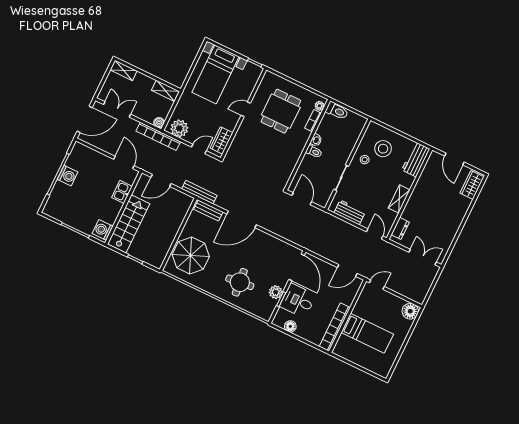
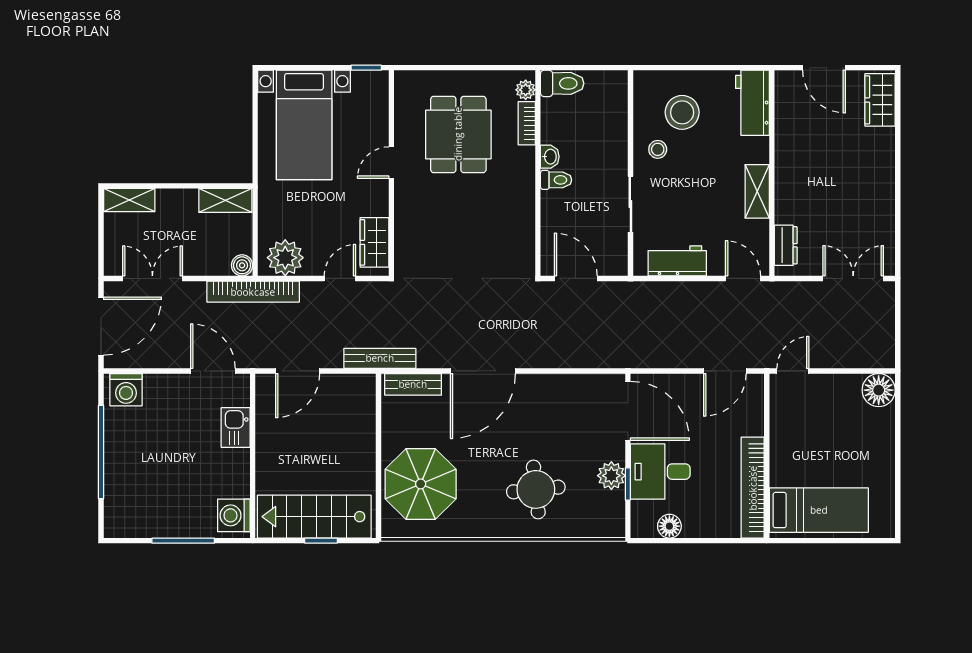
washing machine: (67, 176) -> (126, 390), moved, turned 90
stairs: (129, 224) -> (314, 517), moved, turned -90
bed: (367, 333) -> (819, 510), moved

